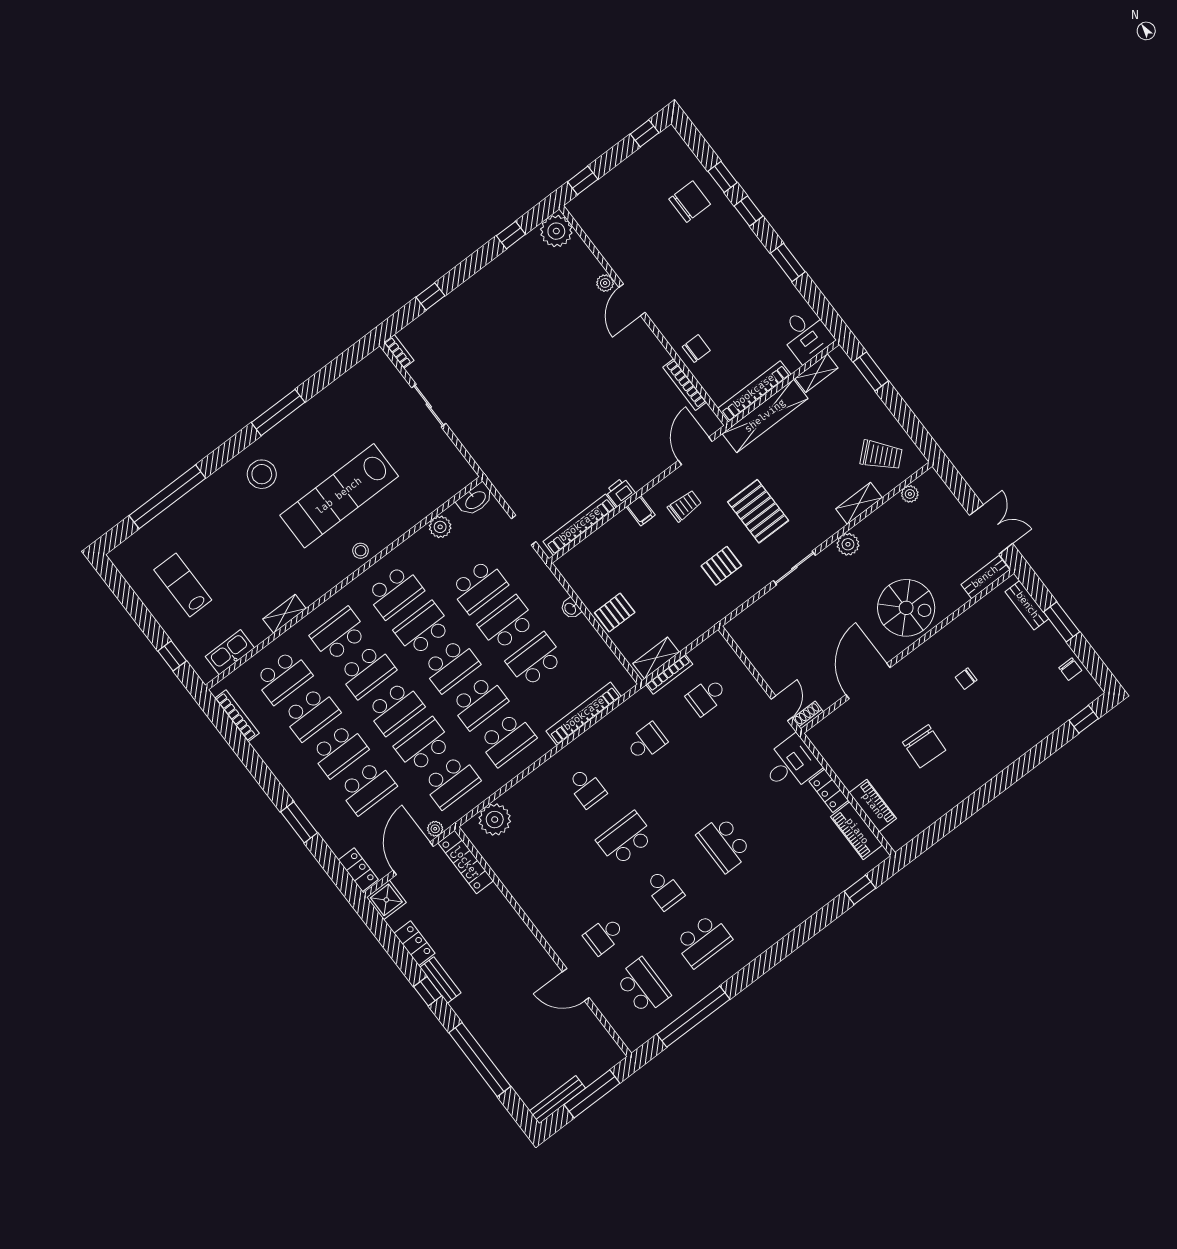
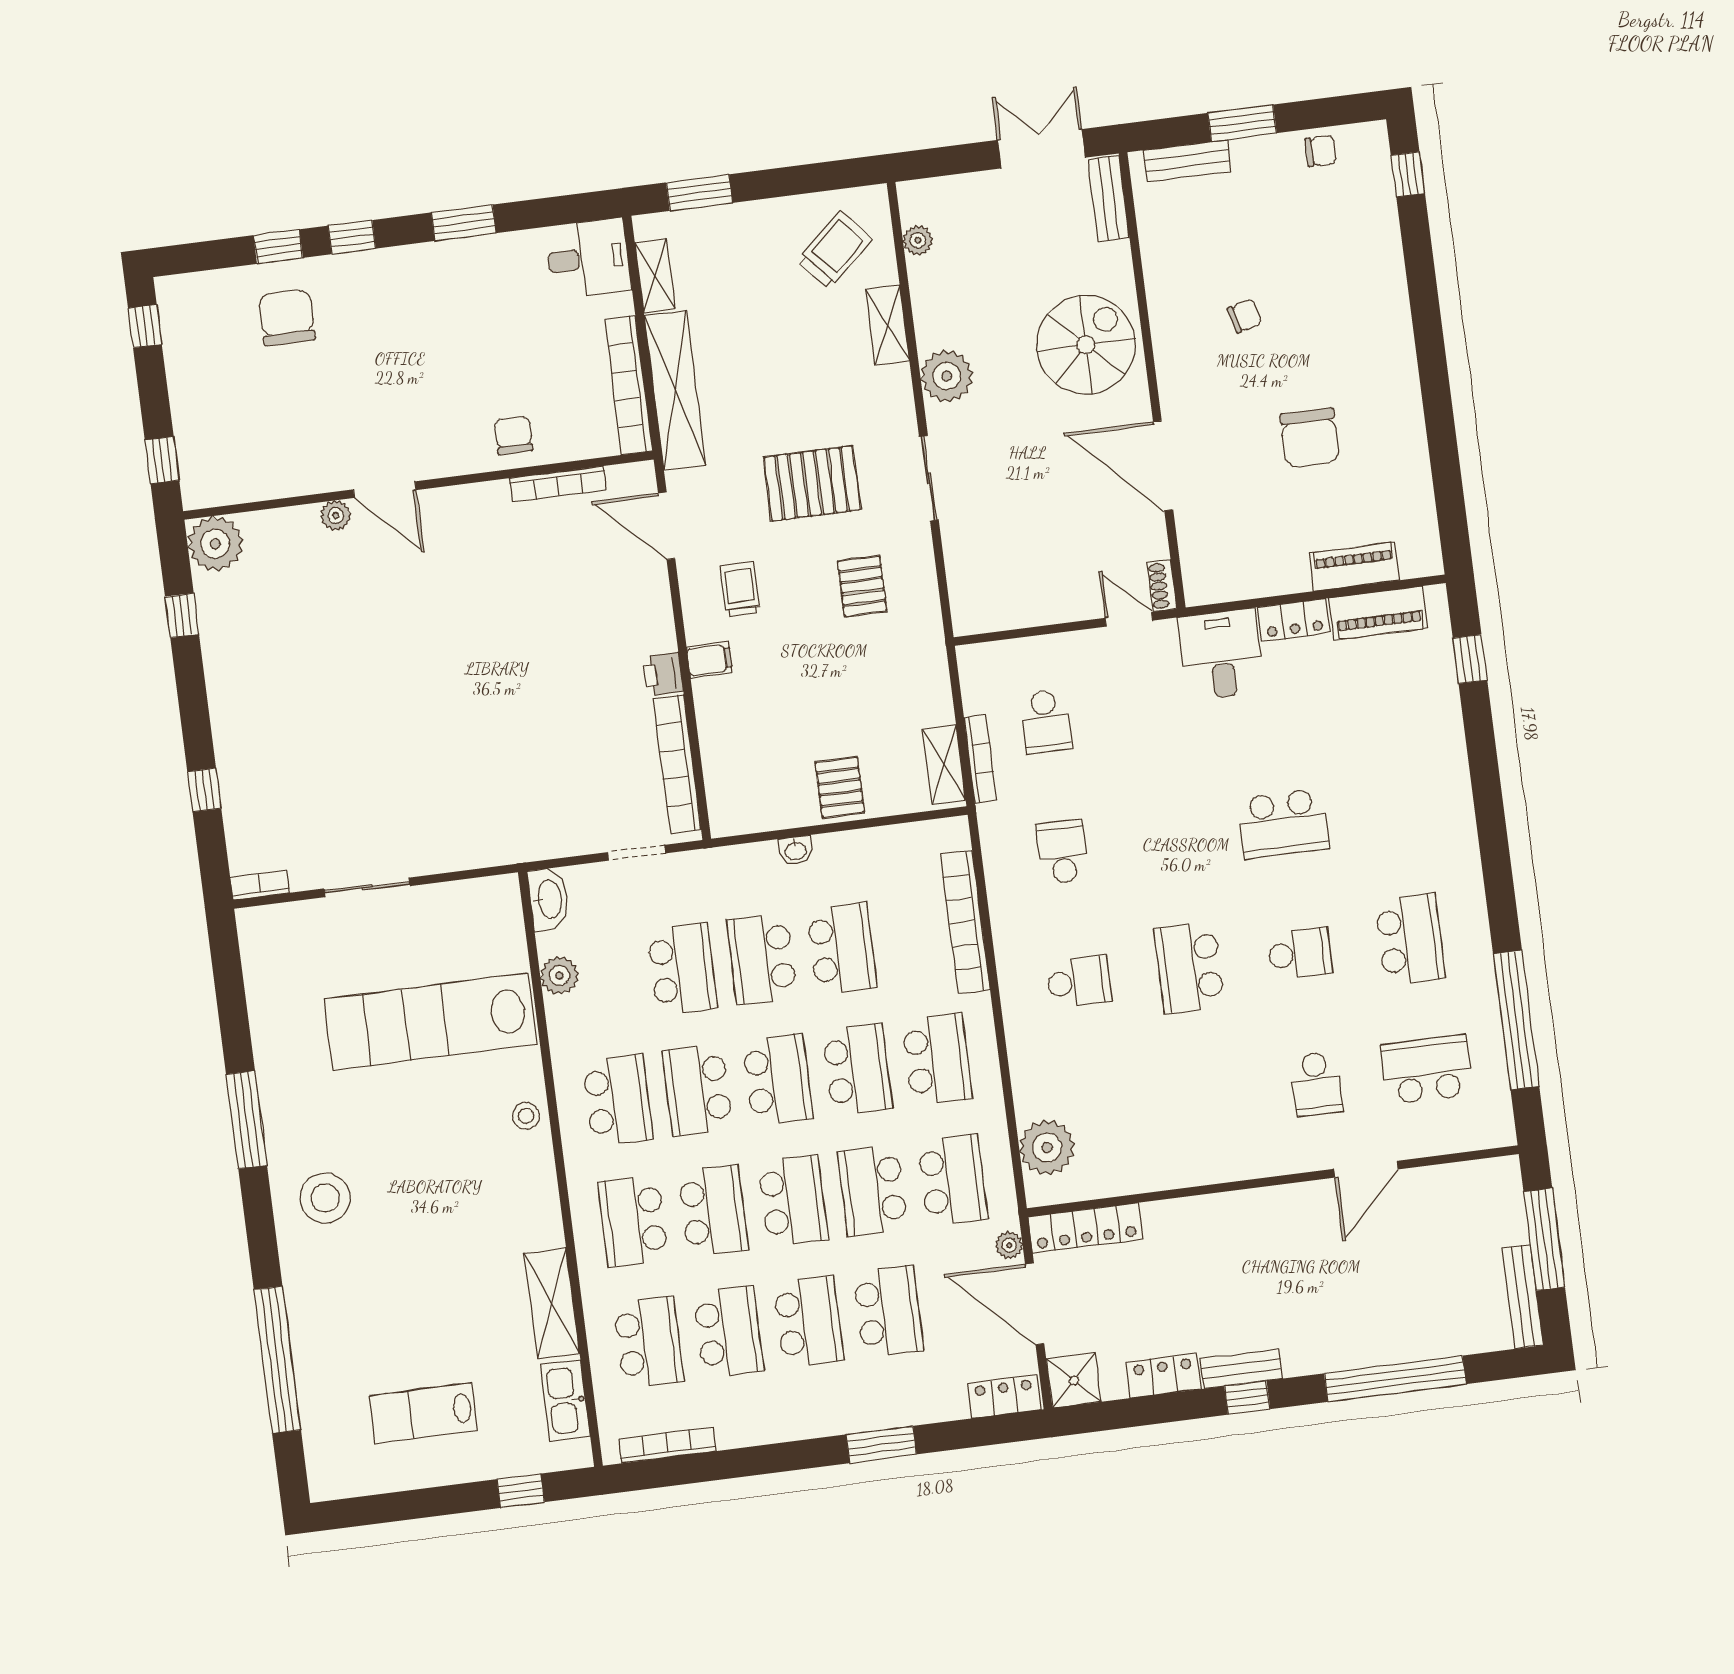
lab bench: (339, 496) -> (430, 1022), moved, turned 90
plant: (848, 544) -> (947, 376), width x1.36, depth x1.36
shelving: (284, 614) -> (552, 1303), width x1.50, depth x1.33
school desk: (535, 660) -> (842, 949), turned 180
chair: (966, 679) -> (1245, 316), turned -104
chair: (924, 746) -> (1310, 438), turned 87

